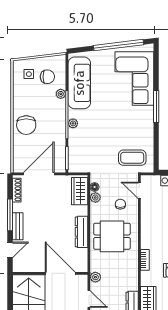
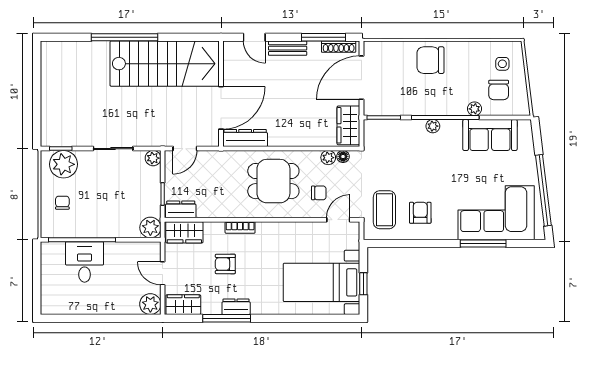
sofa: (79, 83) -> (490, 135), width x0.73
window: (156, 107) -> (483, 243), moved
armchair: (134, 132) -> (420, 213), added
door: (39, 174) -> (362, 78), swing flipped
wardrobe: (80, 191) -> (348, 125), moved, turned -90
window: (10, 215) -> (323, 37), moved
dresser: (81, 232) -> (245, 138), moved
dining table: (112, 236) -> (273, 181), turned 90
plant: (95, 277) -> (216, 158), removed

